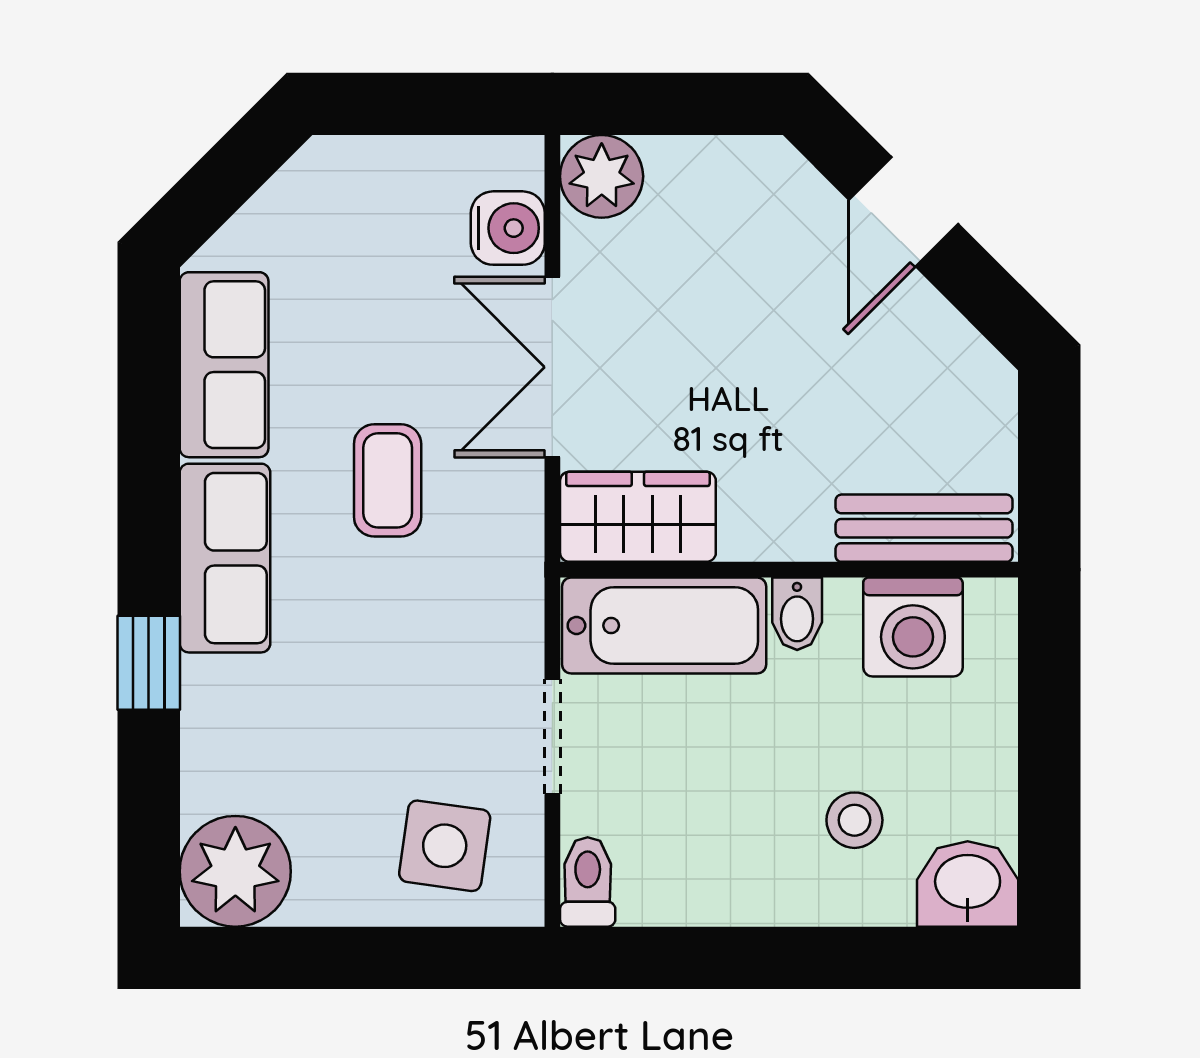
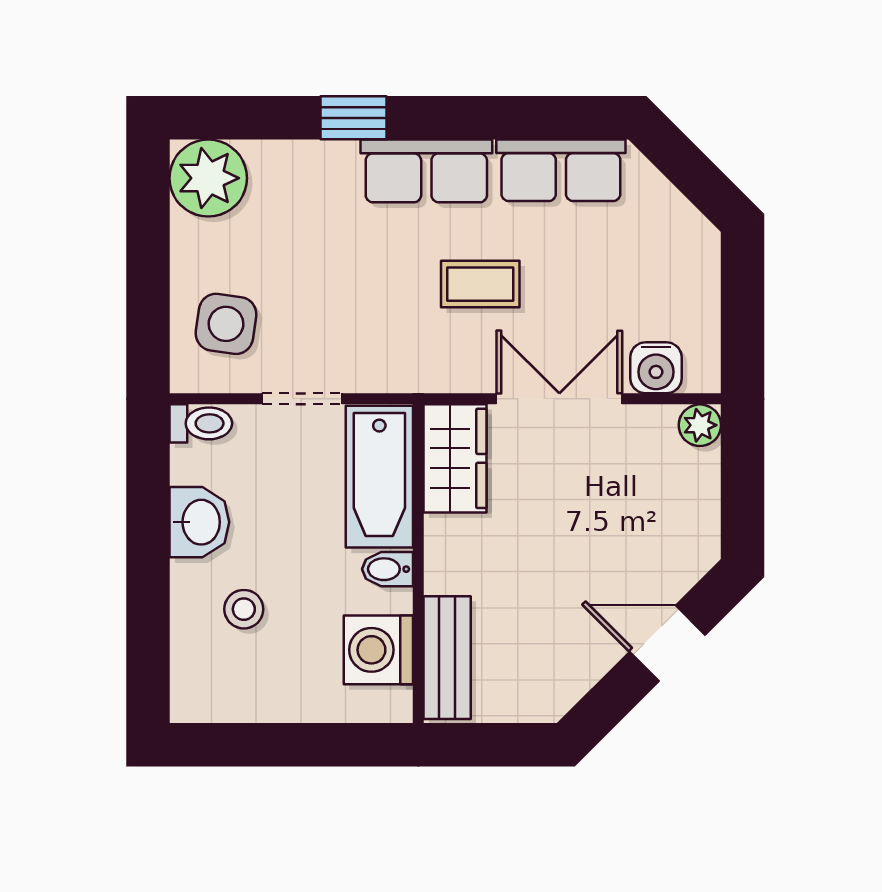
plant: (602, 176) -> (700, 425), width x0.73, depth x0.73
washbasin: (968, 884) -> (199, 522), moved

